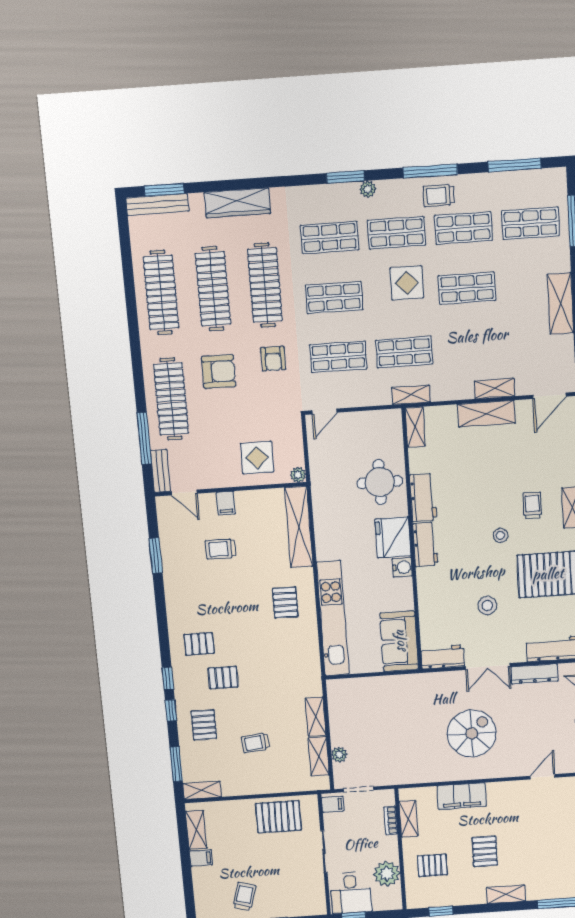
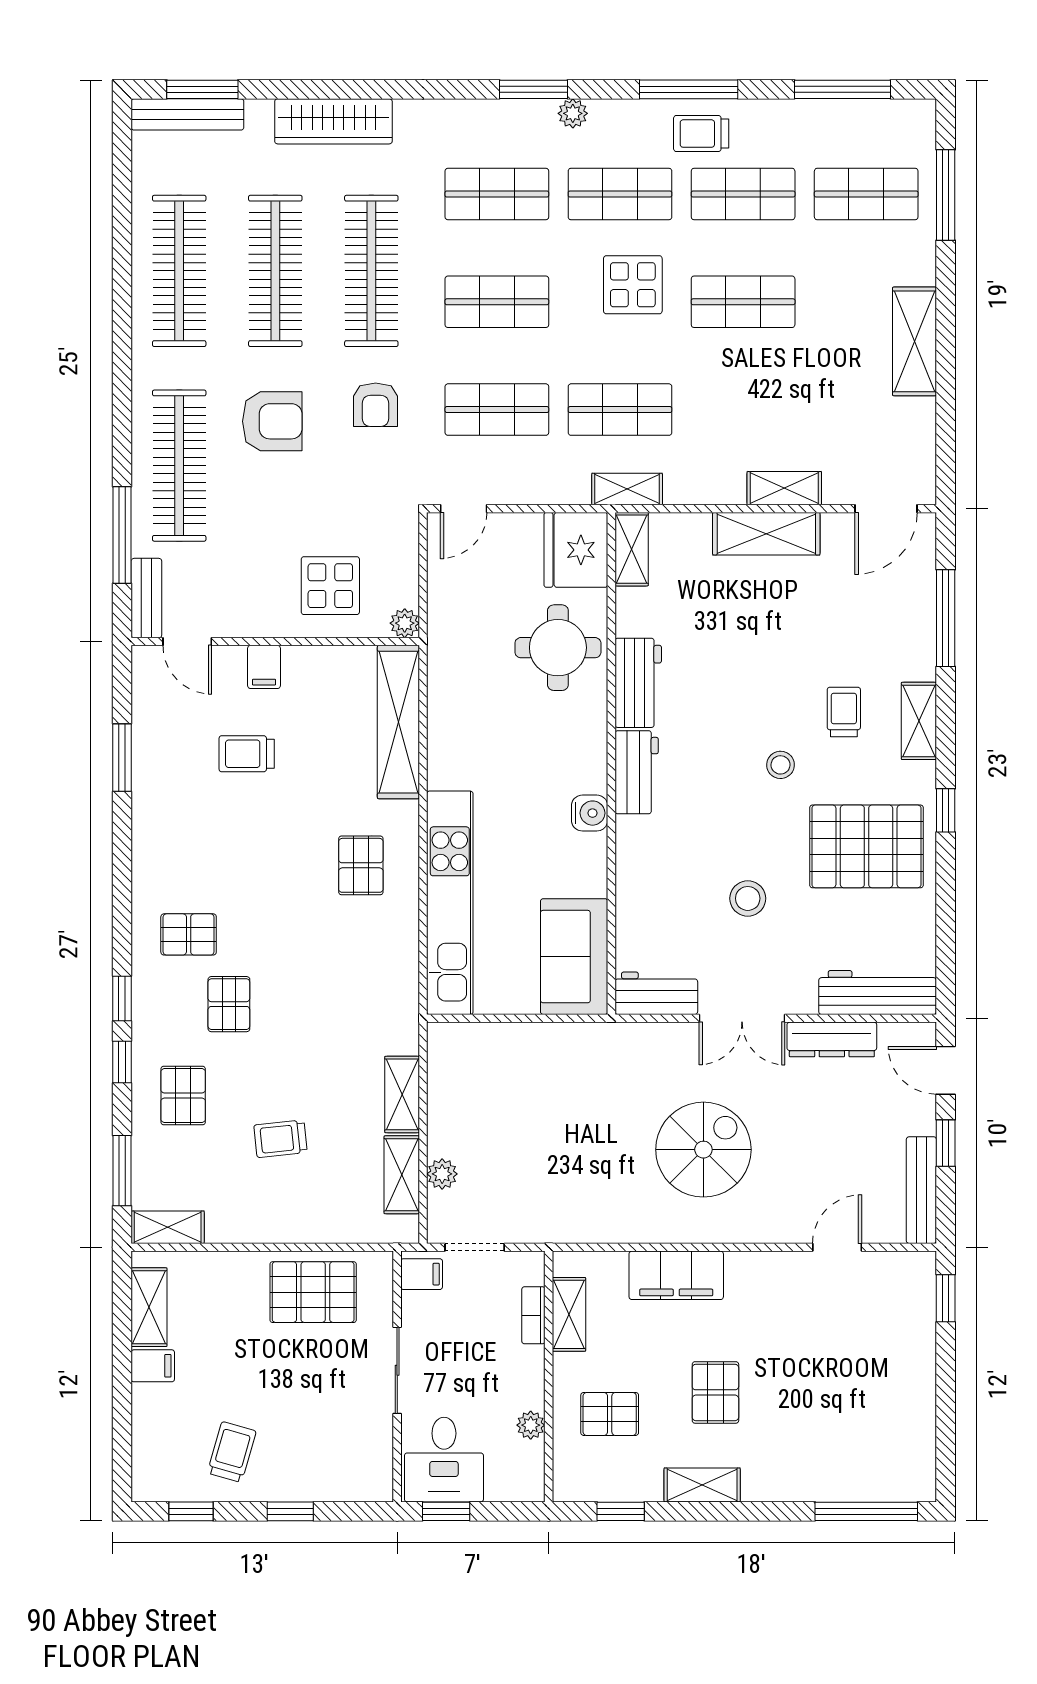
fridge: (393, 537) -> (576, 550), moved
pallet: (223, 678) -> (229, 1004), turned 90
plant: (387, 874) -> (531, 1425), width x0.53, depth x0.53
shelving: (506, 894) -> (702, 1485), moved

